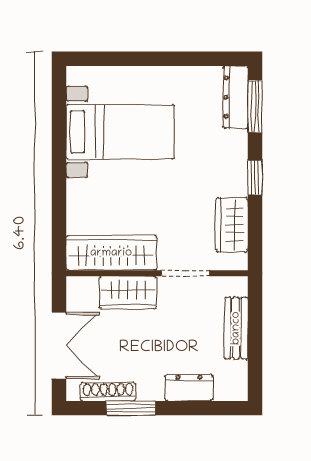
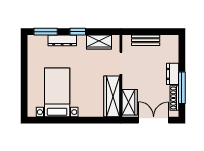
dresser: (236, 97) -> (62, 40), moved
wardrobe: (128, 293) -> (130, 102), moved
dresser: (189, 388) -> (173, 74), moved
window: (131, 408) -> (182, 88), width x1.44

